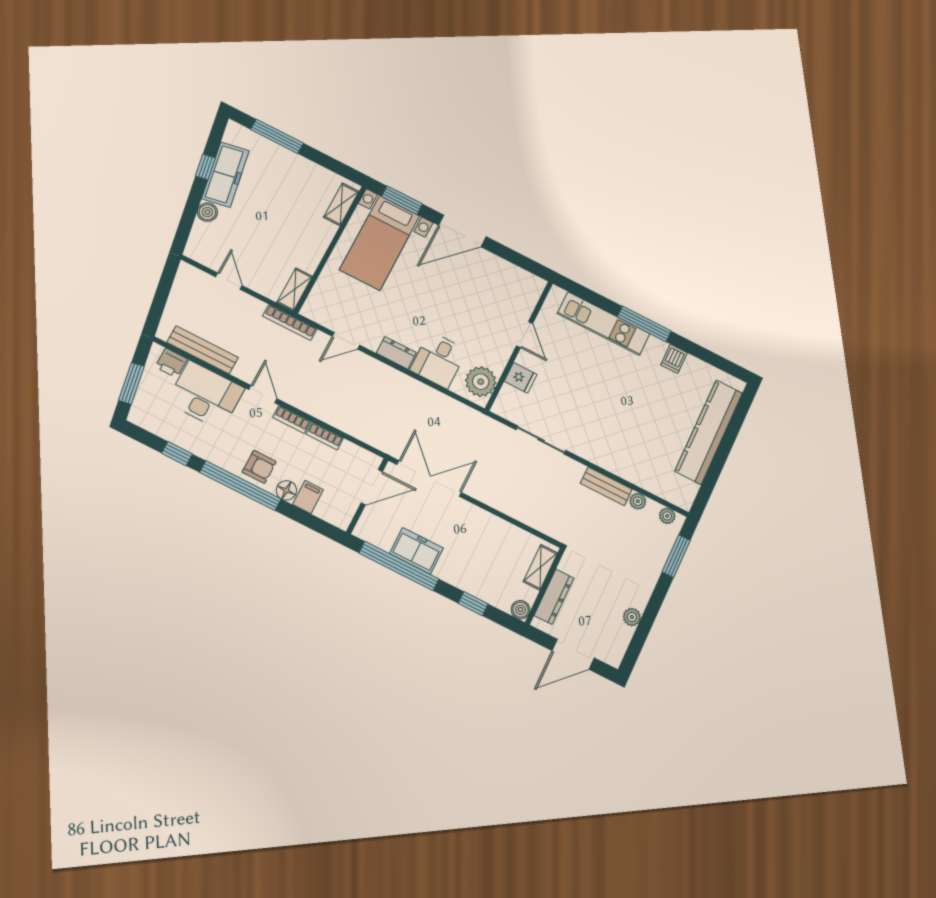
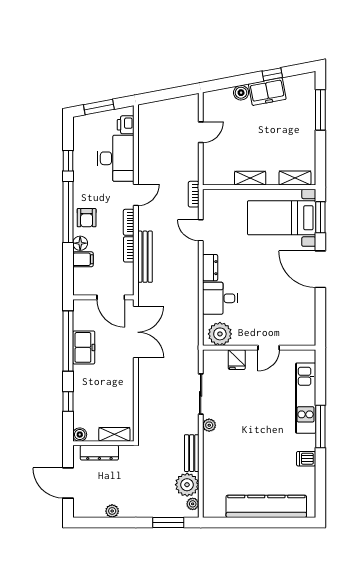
freezer: (225, 175) -> (267, 92), width x0.71
shelving: (295, 289) -> (250, 178), moved
bookcase: (290, 323) -> (194, 194), width x0.64
bench: (203, 350) -> (145, 257), moved
plant: (583, 449) -> (209, 425), added
plant: (638, 501) -> (187, 485), width x1.88, depth x1.88

